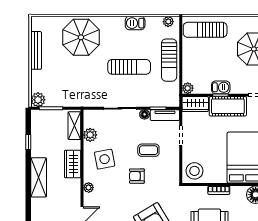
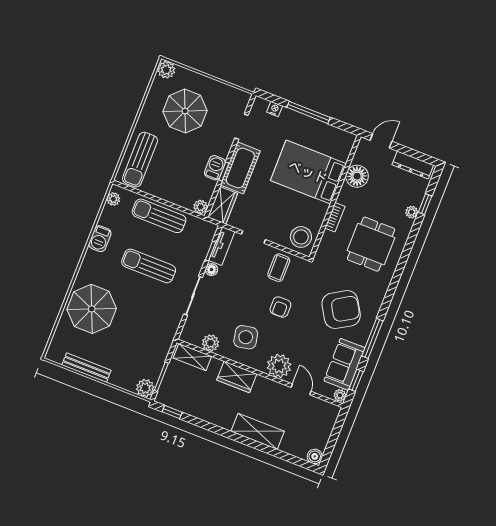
sun lounger: (169, 60) -> (159, 216), turned 180
sun lounger: (129, 67) -> (149, 266), turned -90
window: (28, 142) -> (172, 412), moved
coffee table: (148, 150) -> (279, 268), moved
shelving: (39, 177) -> (258, 431), moved
plant: (89, 188) -> (279, 366), width x1.87, depth x1.87

